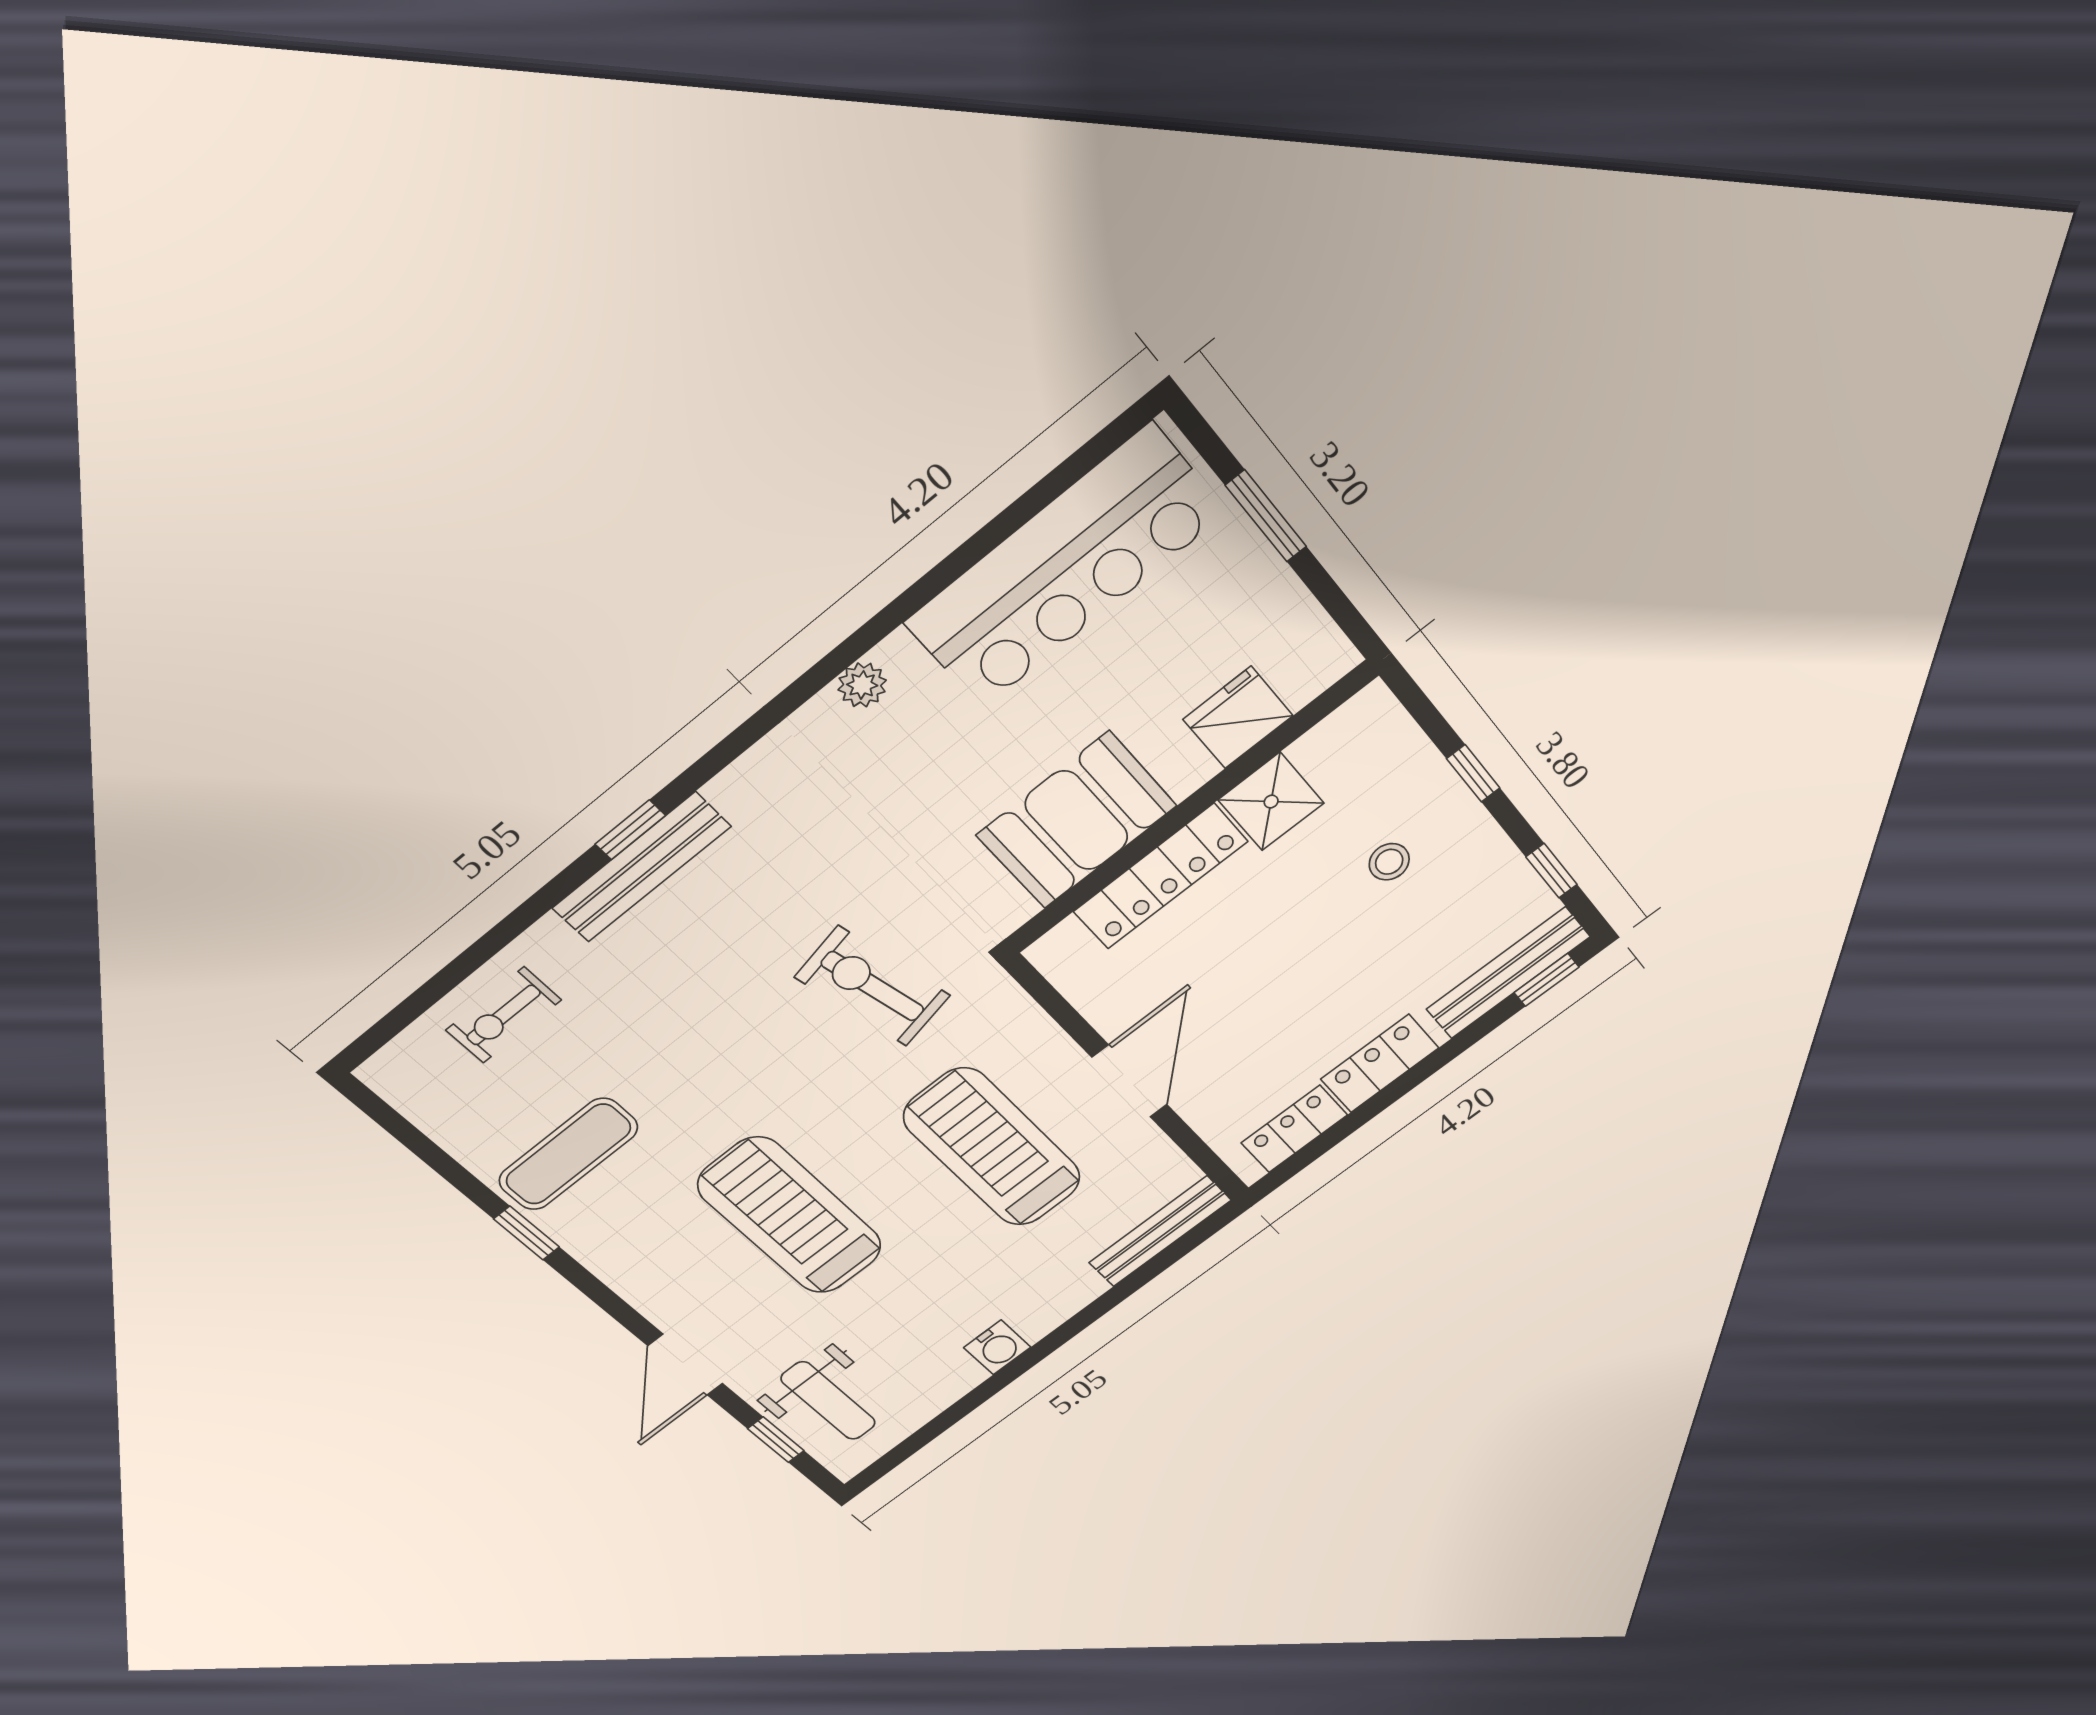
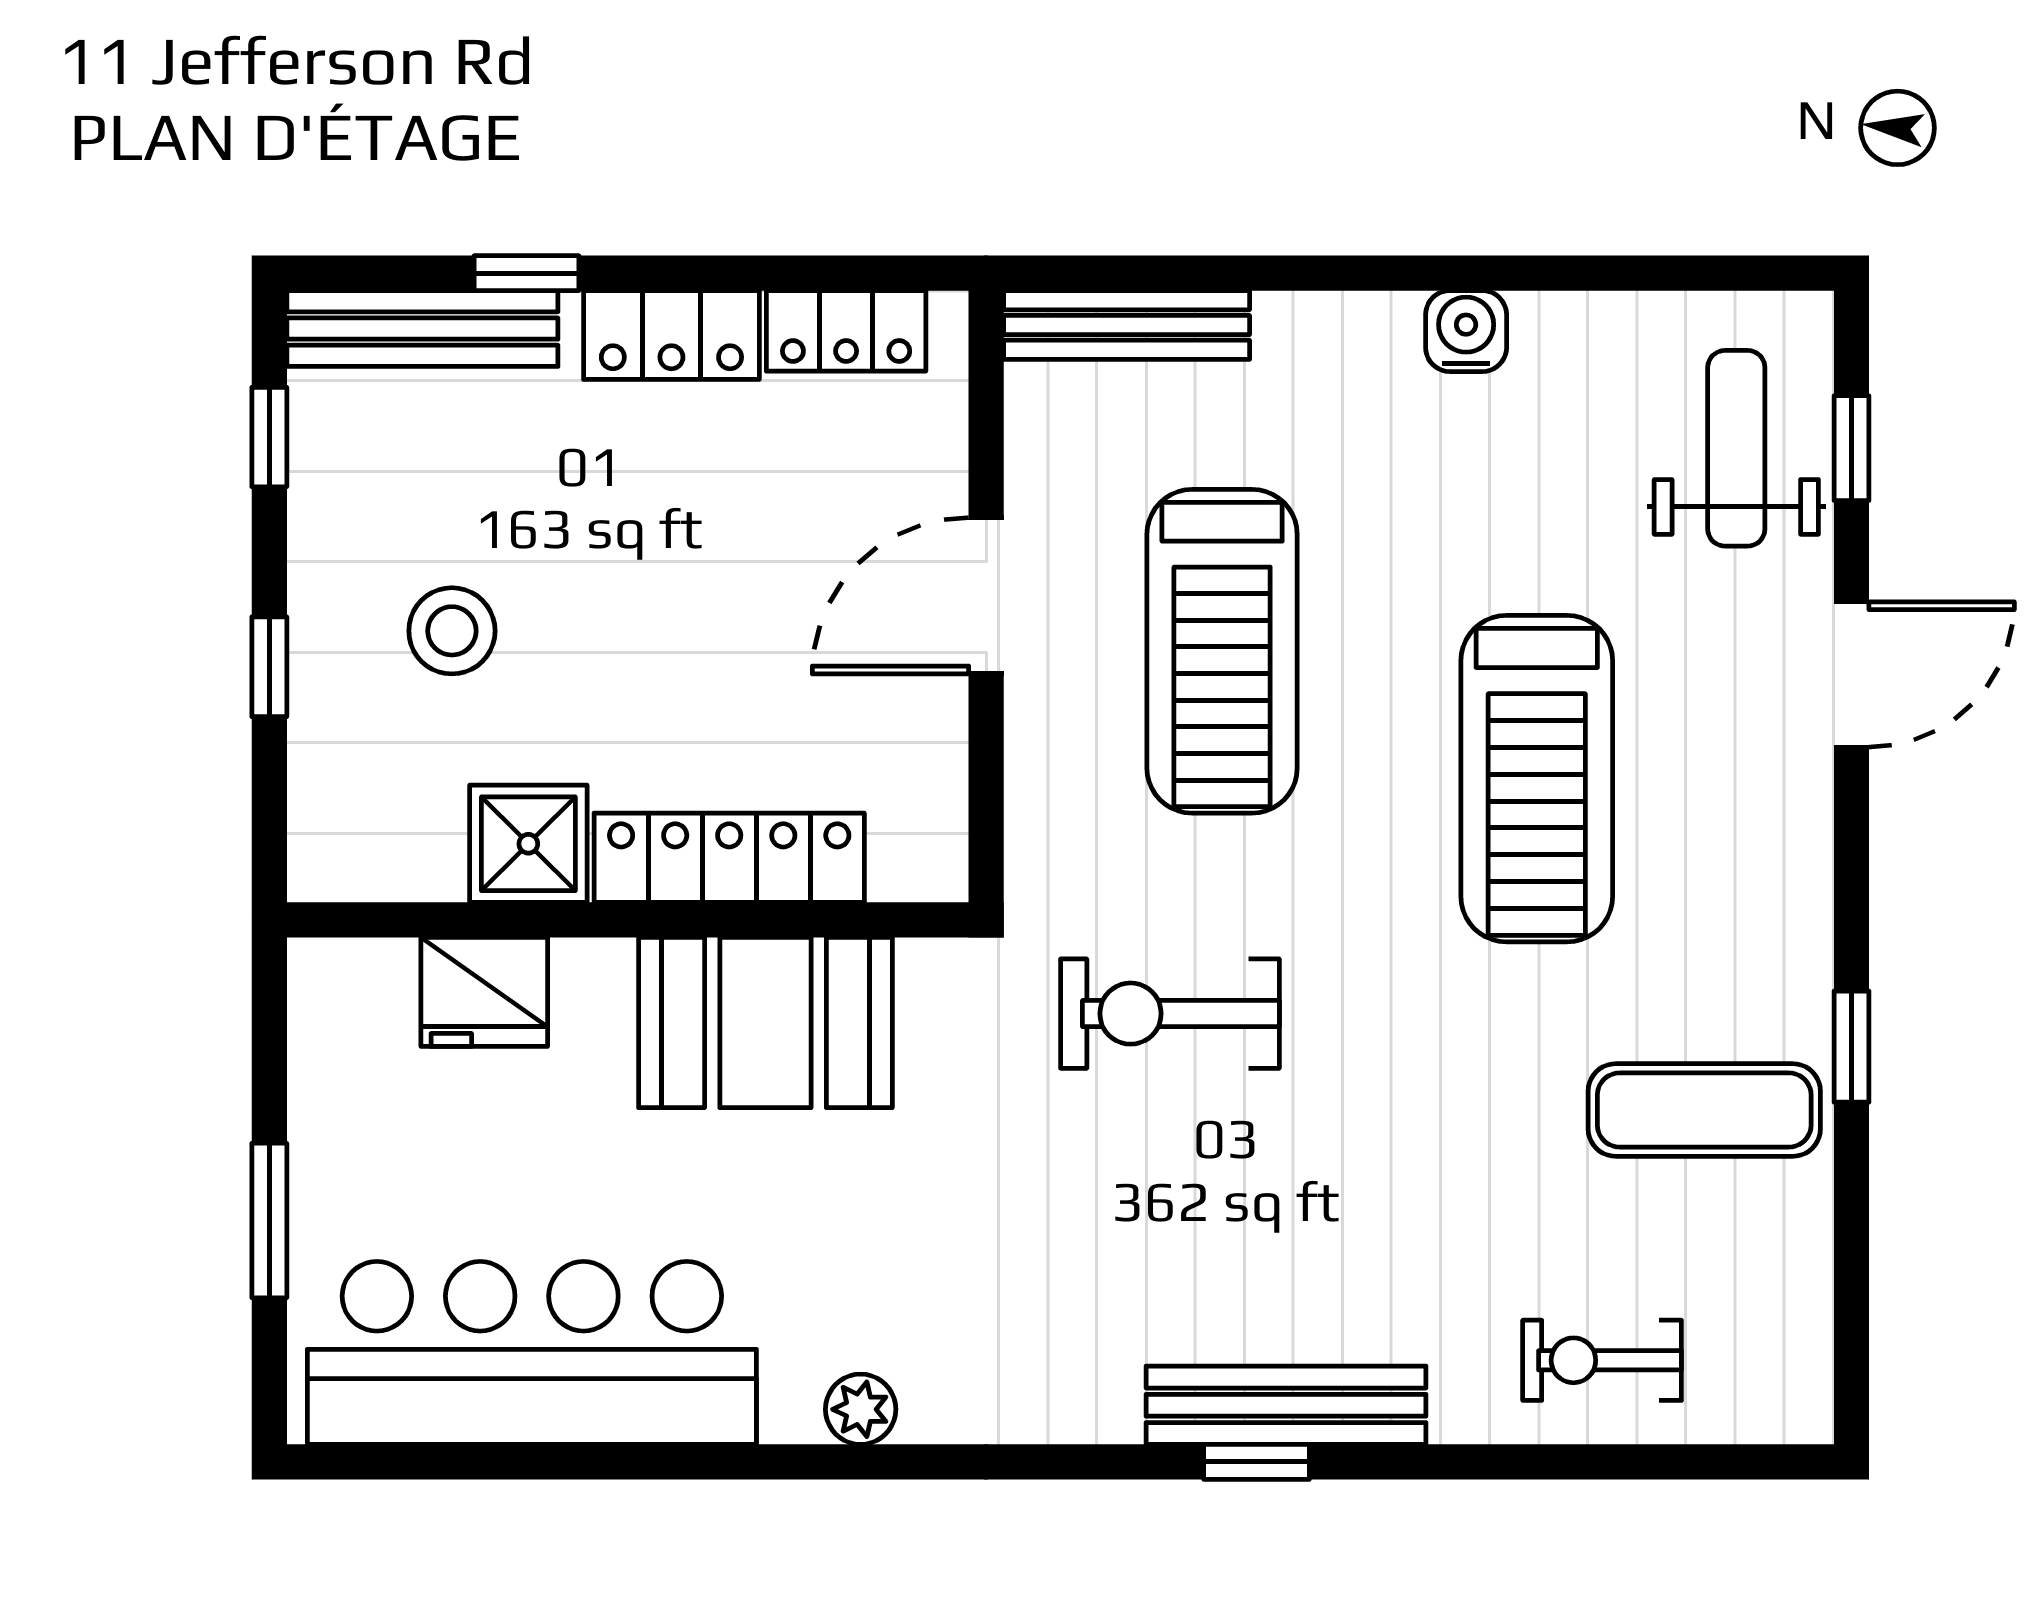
stool: (1389, 862) -> (452, 631), width x1.37, depth x1.37
window: (1547, 980) -> (526, 273), moved
exercise bike: (873, 986) -> (1170, 1014), turned 102
exercise bike: (504, 1015) -> (1602, 1360), turned 180

